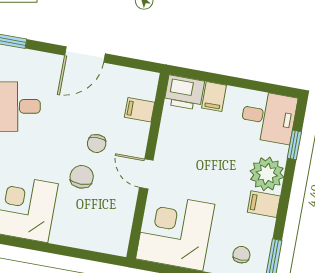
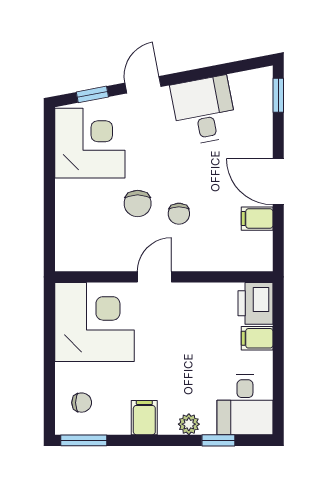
filing cabinet: (139, 110) -> (257, 219), moved, turned -90
chair: (97, 143) -> (179, 214), turned -90
plant: (267, 174) -> (189, 424), width x0.53, depth x0.53
chair: (82, 177) -> (138, 204), turned 90

